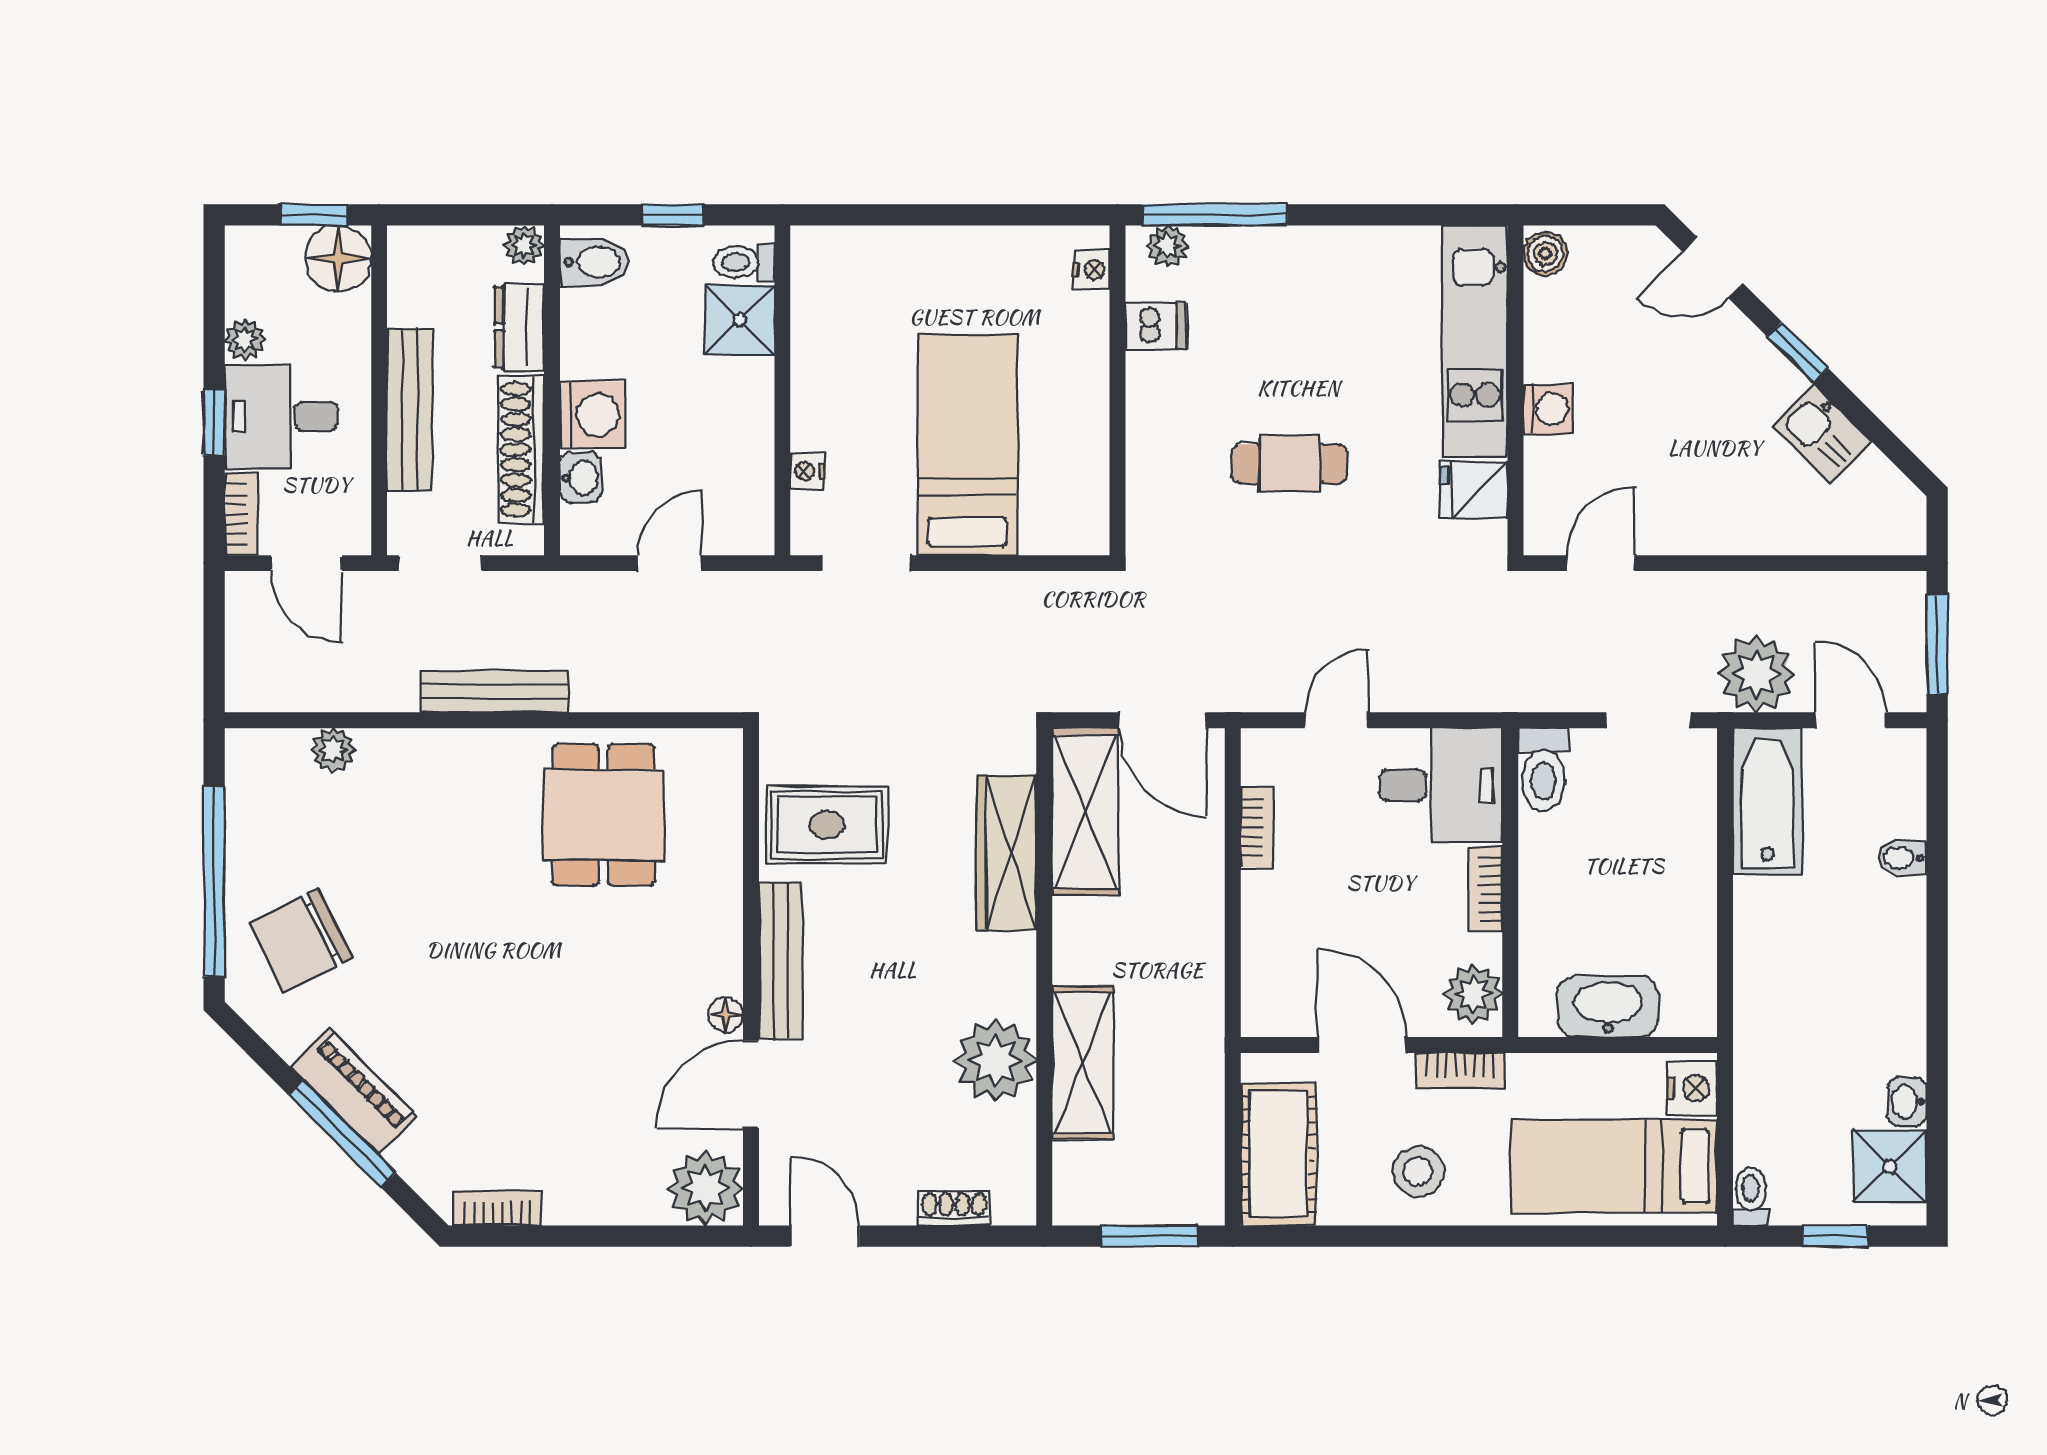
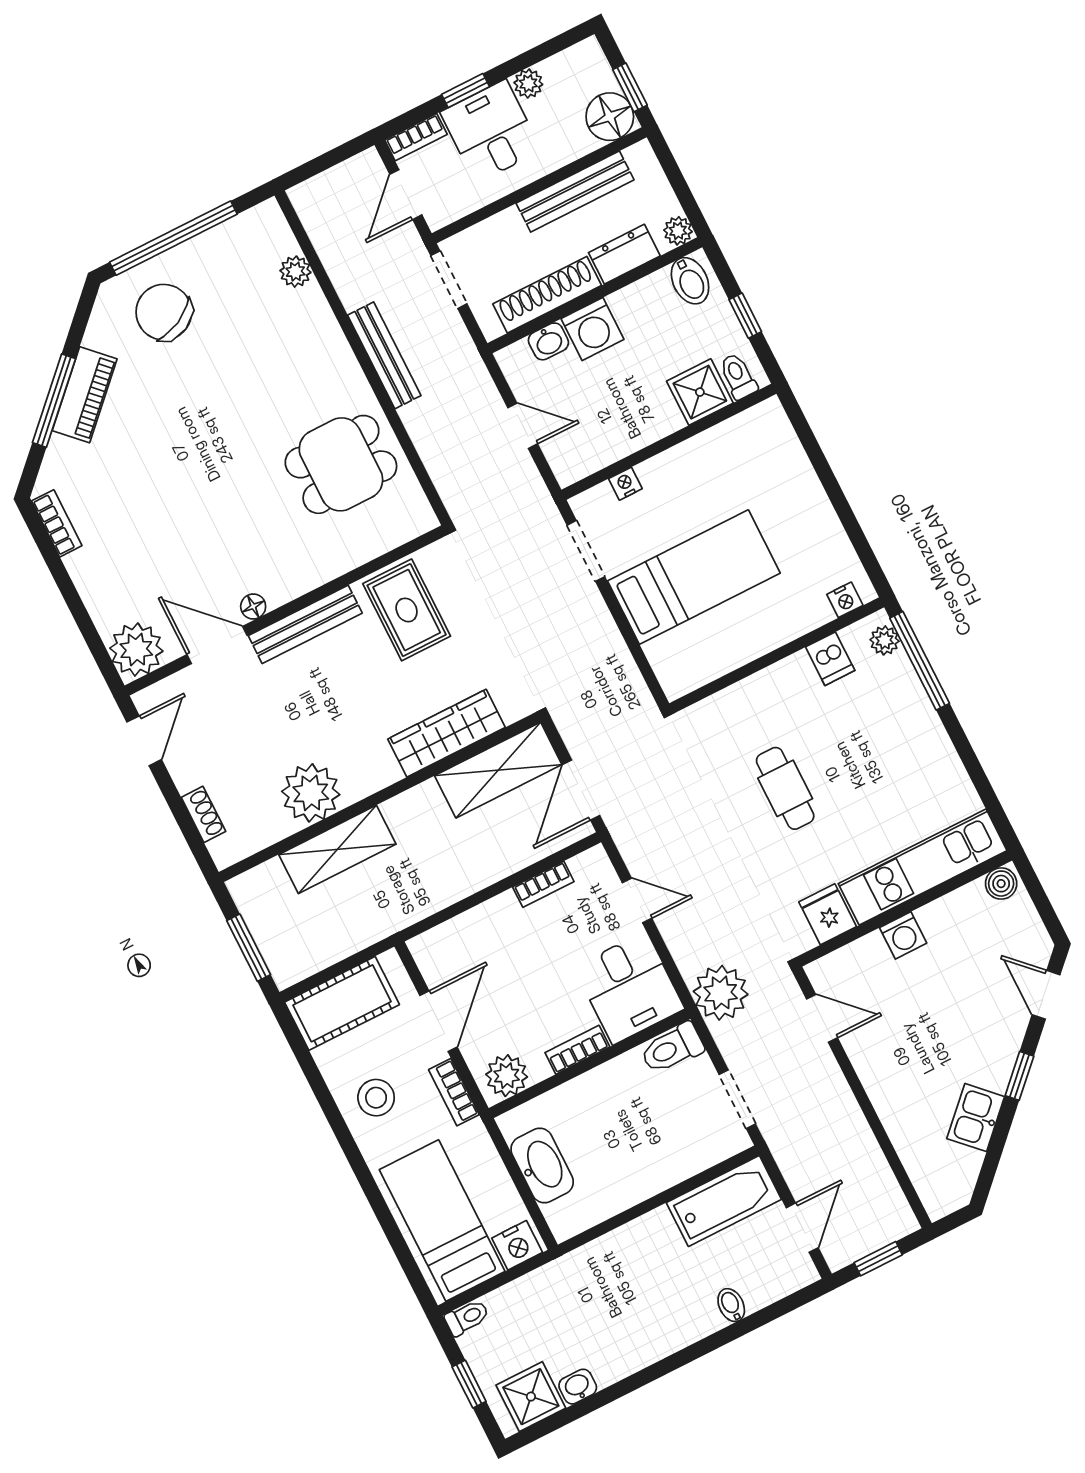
bench: (410, 410) -> (575, 192), moved
window: (1937, 645) -> (878, 1259), width x0.67
plant: (1756, 674) -> (721, 993), moved

